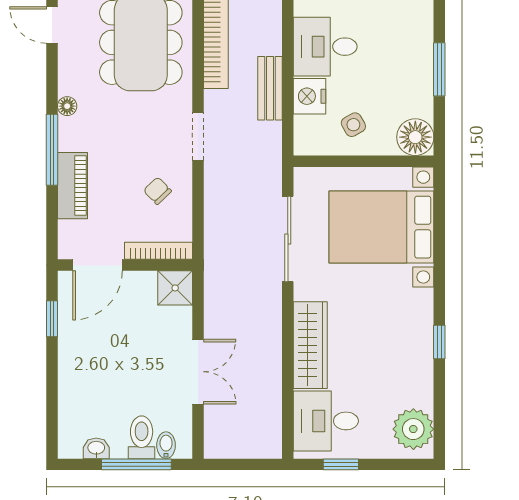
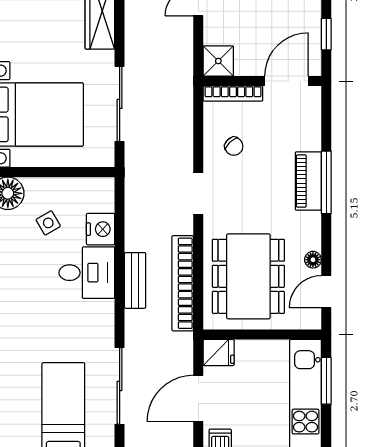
door: (52, 25) -> (326, 292), swing flipped
bench: (270, 88) -> (135, 280), moved
floor lamp: (67, 106) -> (313, 260), moved
side table: (353, 125) -> (48, 223), moved
piano: (72, 186) -> (308, 181), moved

